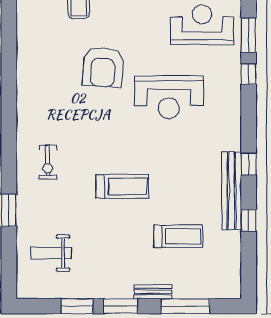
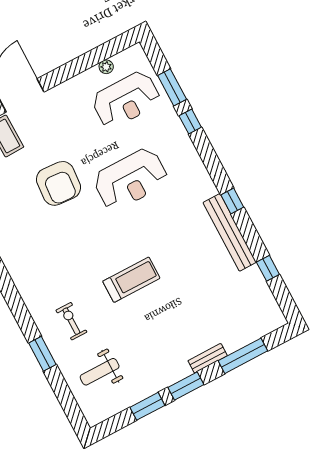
reception desk: (202, 25) -> (126, 100), turned 180
exercise bike: (48, 162) -> (71, 321), moved, turned 180
window: (249, 220) -> (268, 268), moved
treadmill: (178, 236) -> (204, 298), removed

